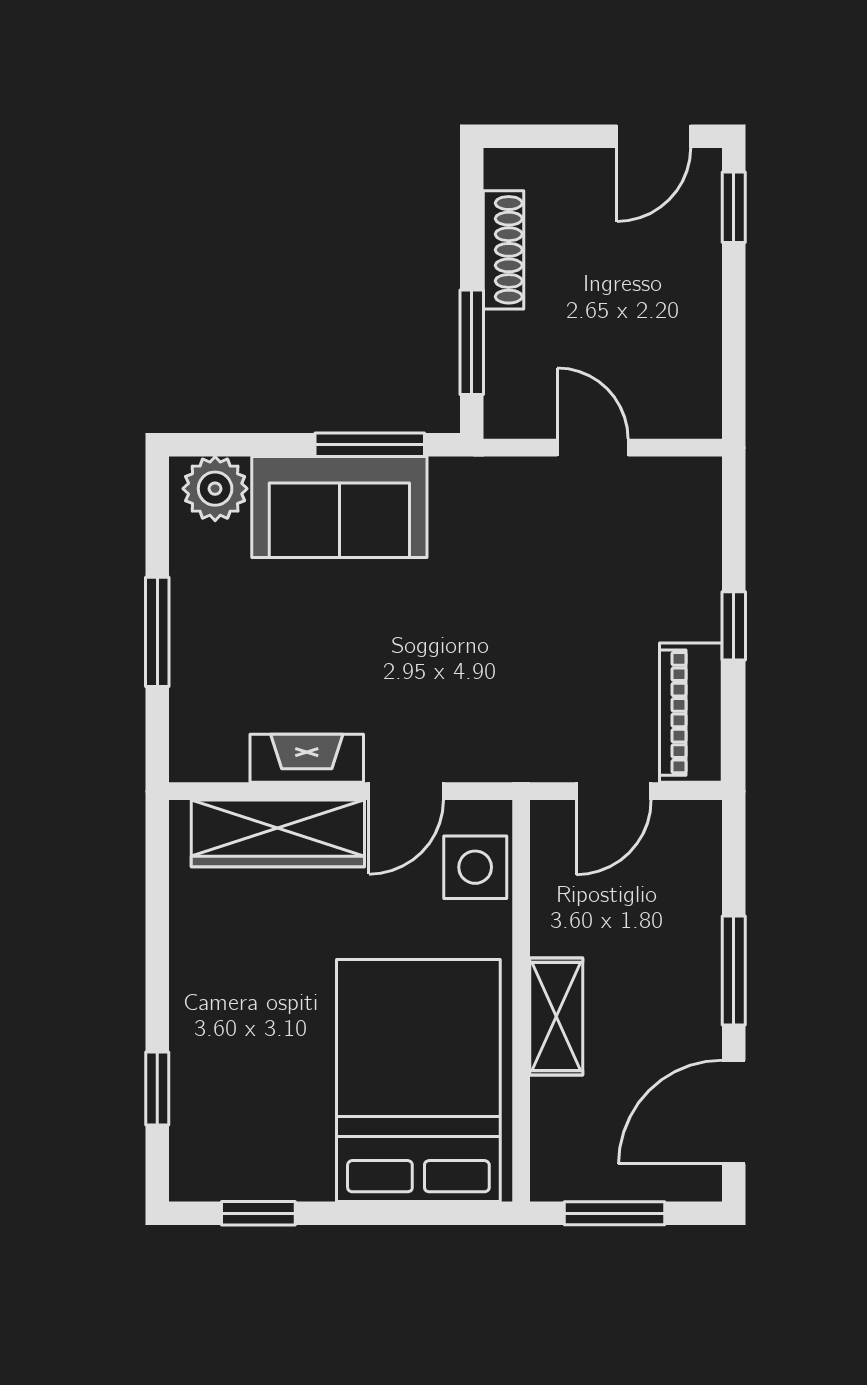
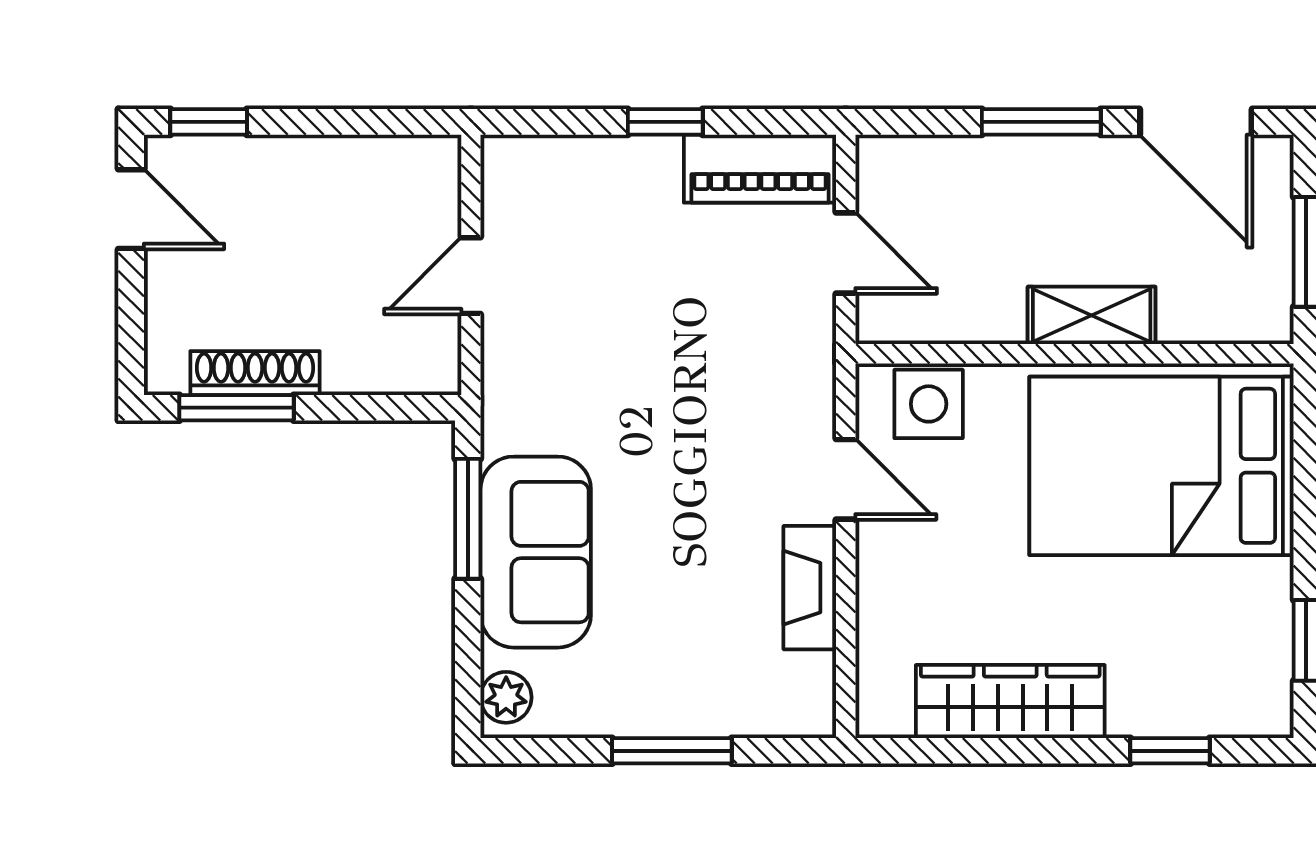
window: (472, 342) -> (237, 408), moved
plant: (215, 489) -> (506, 697), width x0.73, depth x0.73
wardrobe: (278, 833) -> (1010, 702), moved, turned -90

